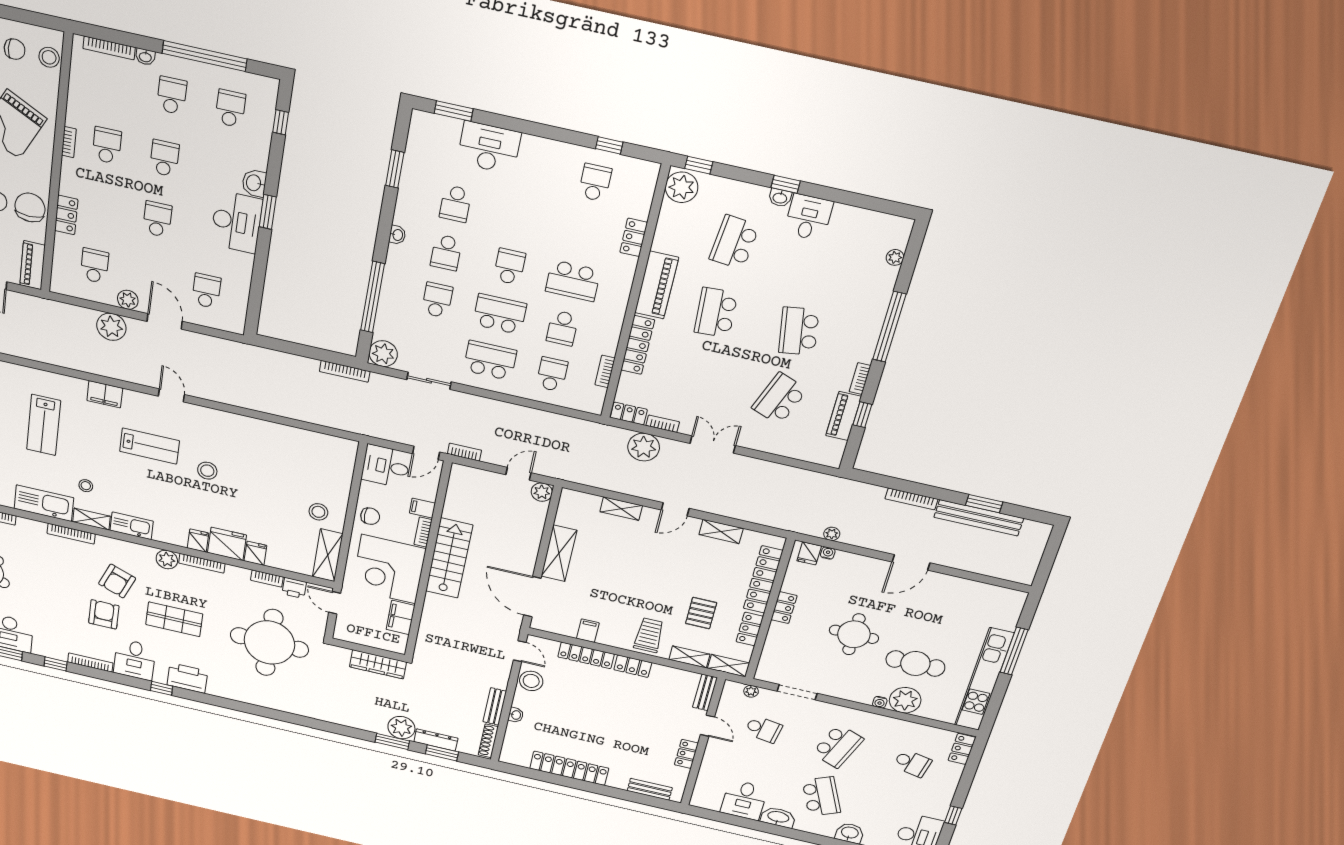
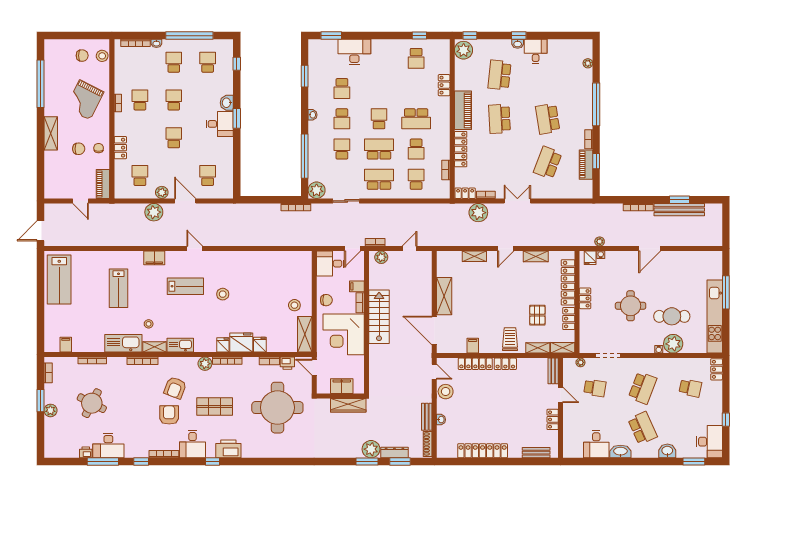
school desk: (595, 182) -> (416, 58), turned 180
chair: (30, 207) -> (99, 148), width x0.54, depth x0.54
desk: (236, 222) -> (220, 124), width x0.73
plant: (542, 492) -> (381, 257), moved
filing cabinet: (401, 617) -> (342, 386), moved, turned 90

